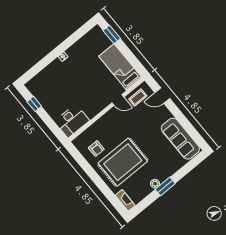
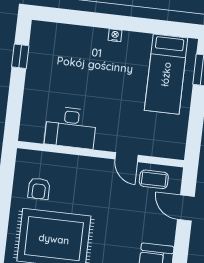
bed: (120, 67) -> (166, 74), moved, turned 180
desk: (72, 121) -> (71, 128), moved

